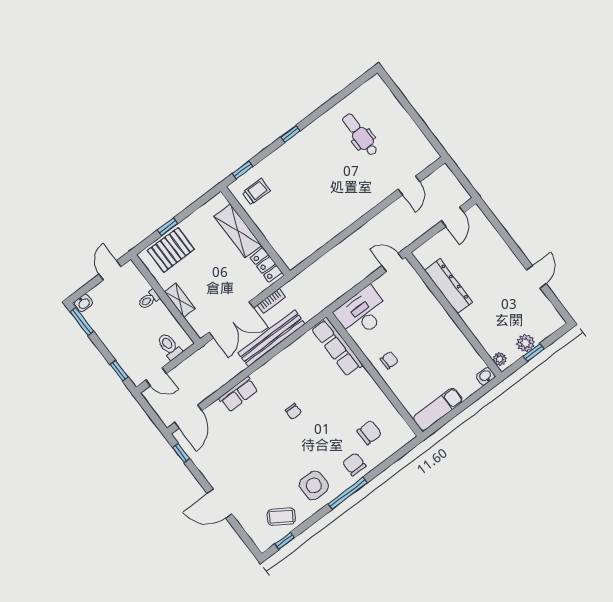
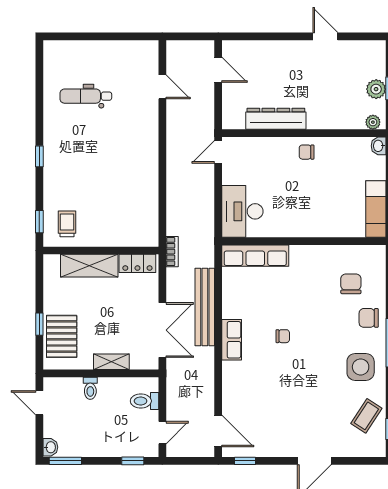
bookcase: (271, 301) -> (172, 252), moved
chair: (389, 360) -> (307, 152), moved, turned -90
row of seats: (238, 394) -> (232, 340), moved

